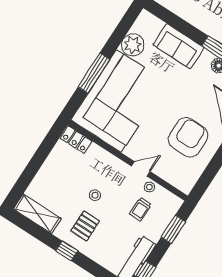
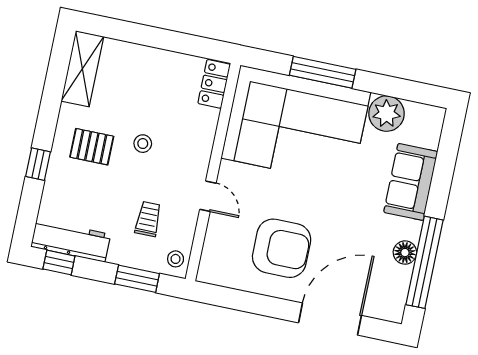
stool: (149, 187) -> (176, 259), moved
trolley: (141, 209) -> (148, 219), turned 90
window: (67, 251) -> (38, 164), moved

